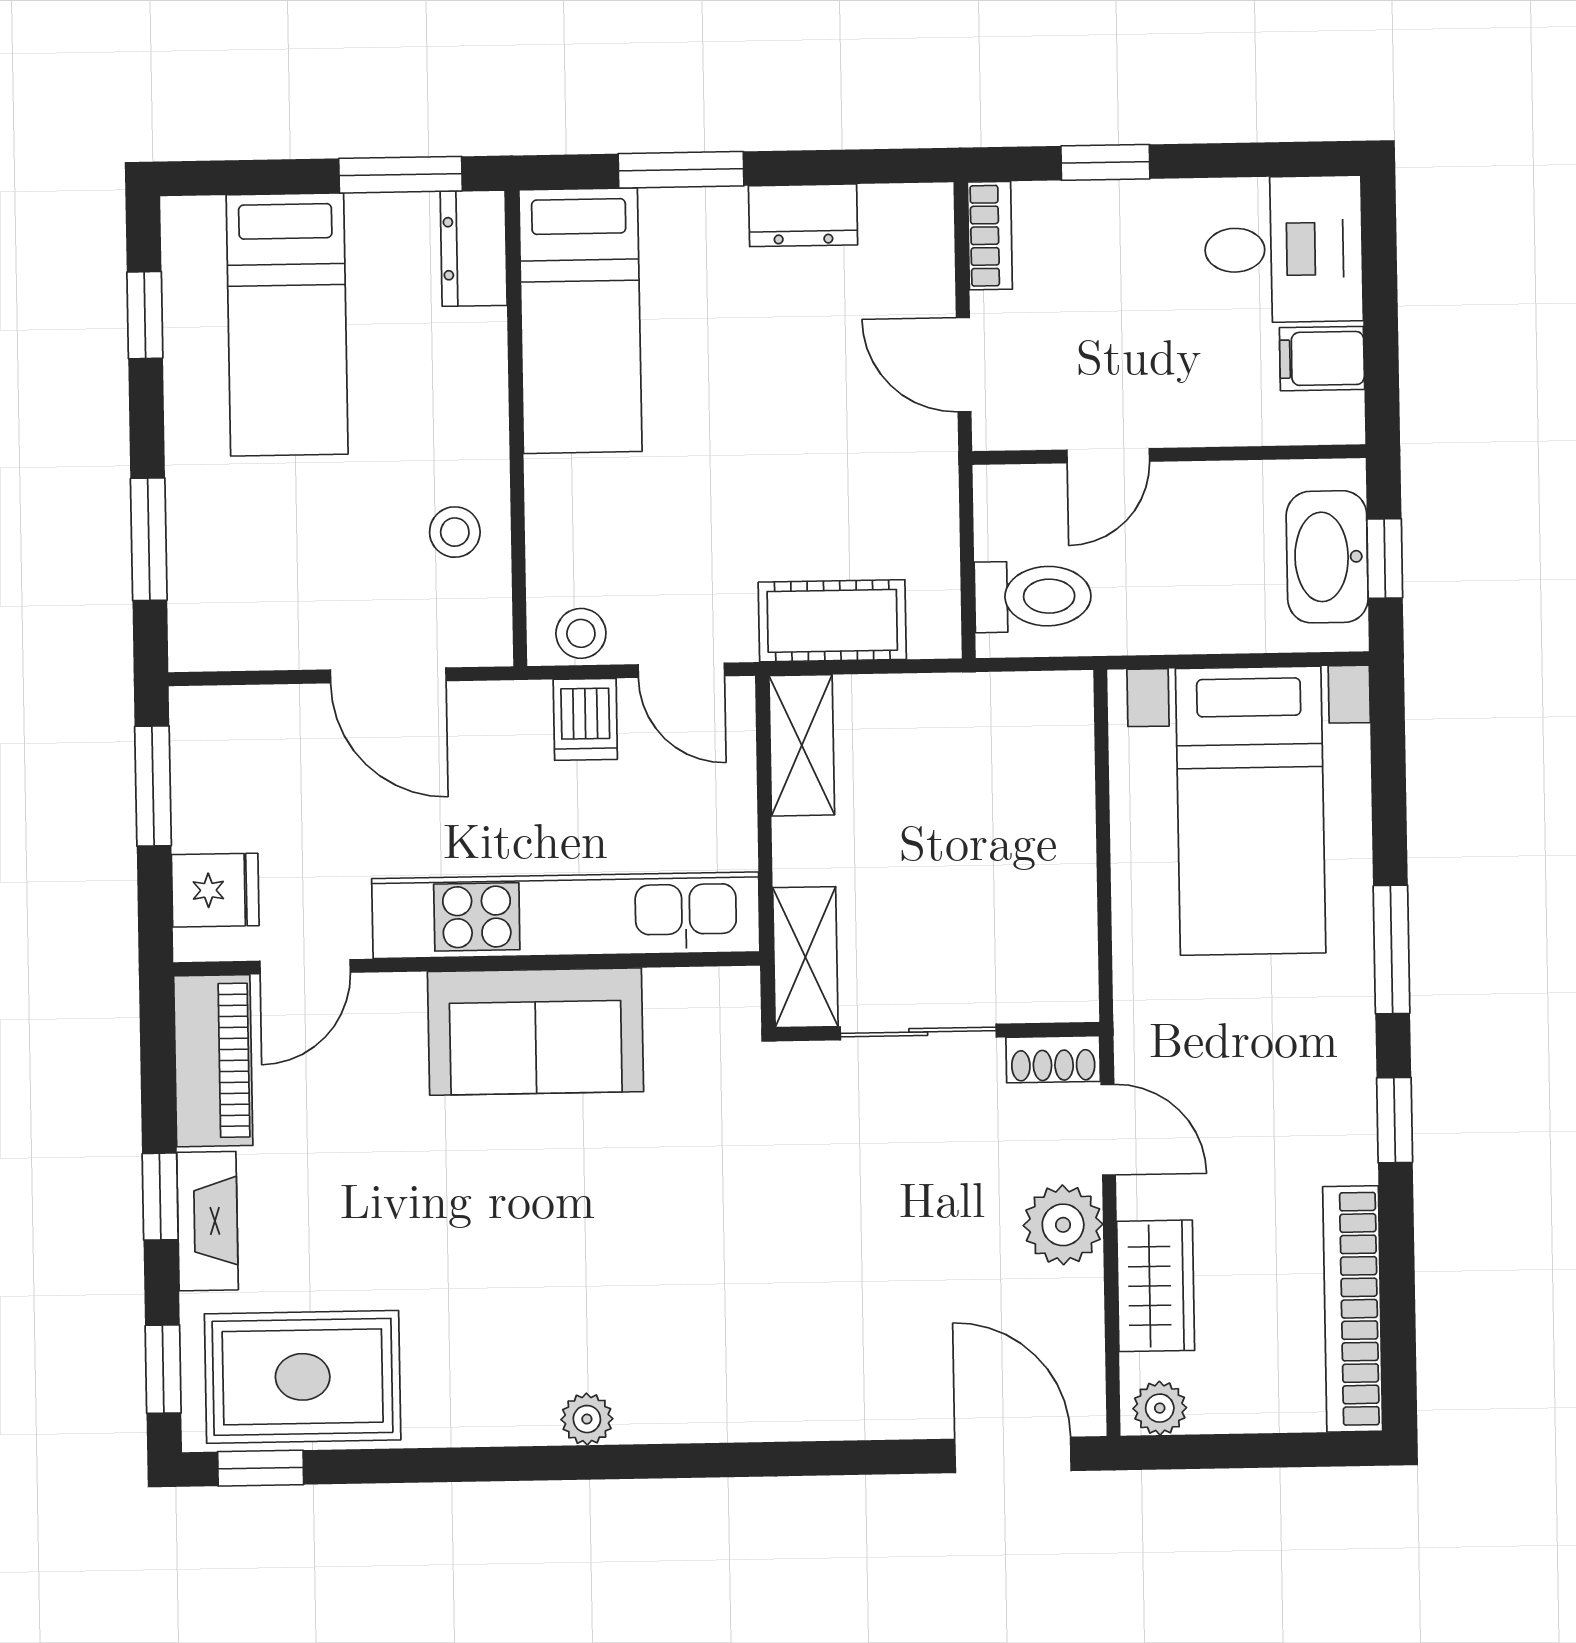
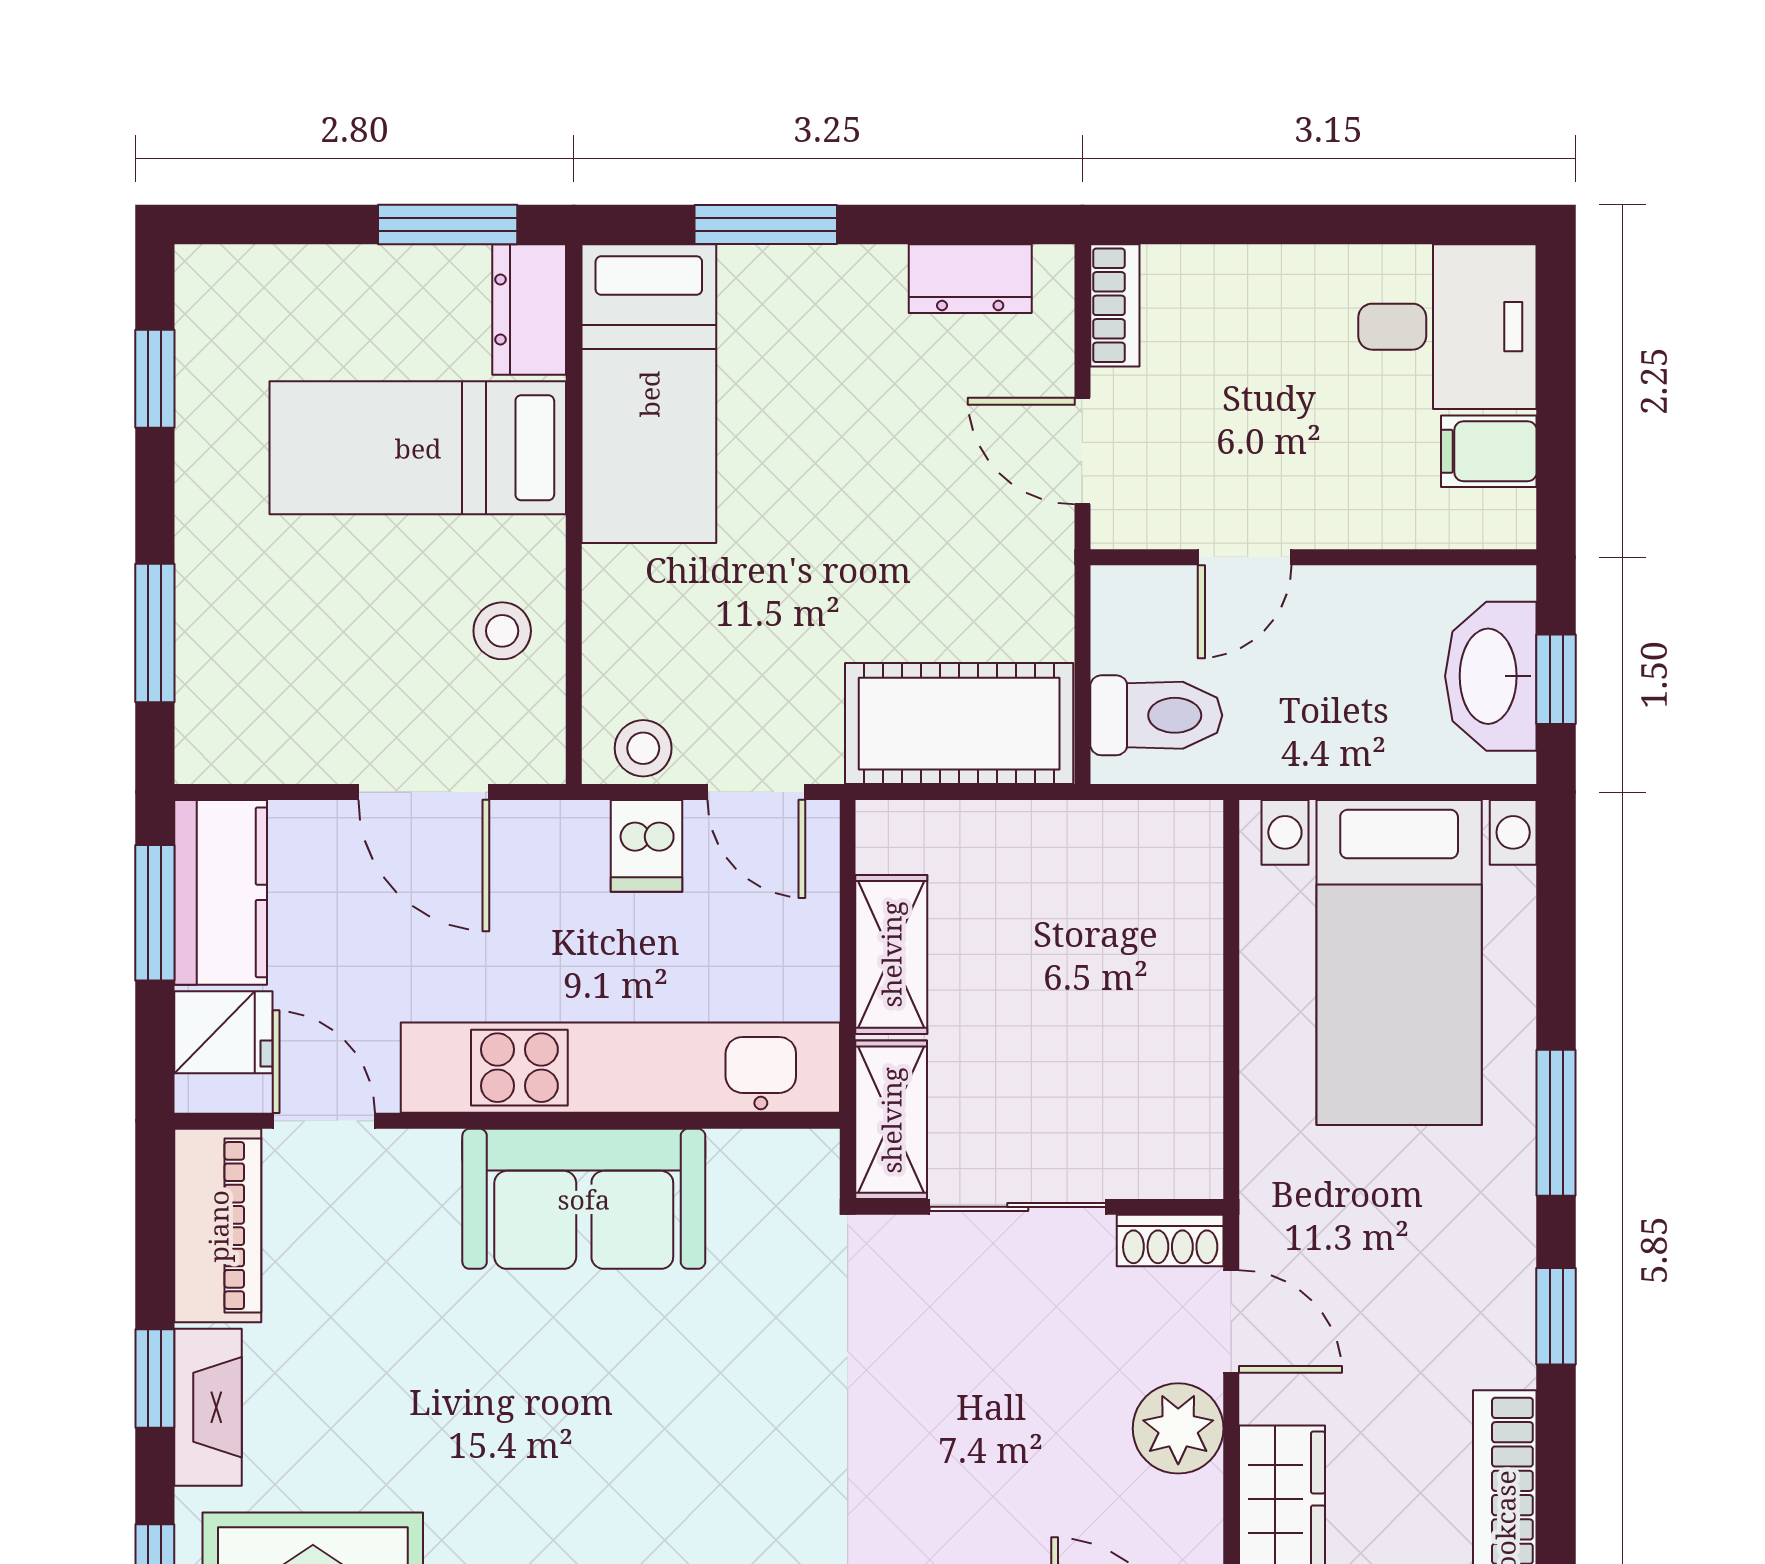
window: (1105, 162) -> (1247, 225), removed
dresser: (803, 215) -> (970, 279), moved
bed: (287, 325) -> (418, 448), moved, turned 90
cot: (832, 621) -> (959, 724), width x1.37, depth x1.34
shelving: (802, 745) -> (891, 954), moved
kitchen counter: (211, 767) -> (221, 892), added
door: (305, 967) -> (324, 1121), swing flipped

